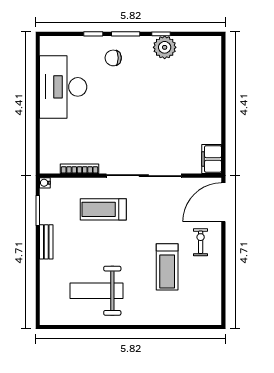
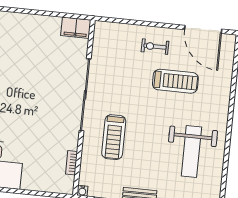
bookcase: (80, 169) -> (71, 163), width x0.64
door: (223, 202) -> (203, 29), moved

